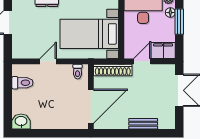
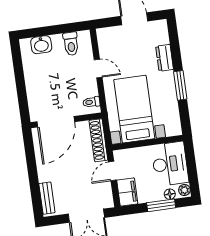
door: (142, 61) -> (112, 171), swing flipped
door: (91, 106) -> (56, 122), hinge flipped
washbasin: (21, 121) -> (41, 45), moved, turned 90
bench: (143, 124) -> (47, 198), moved

